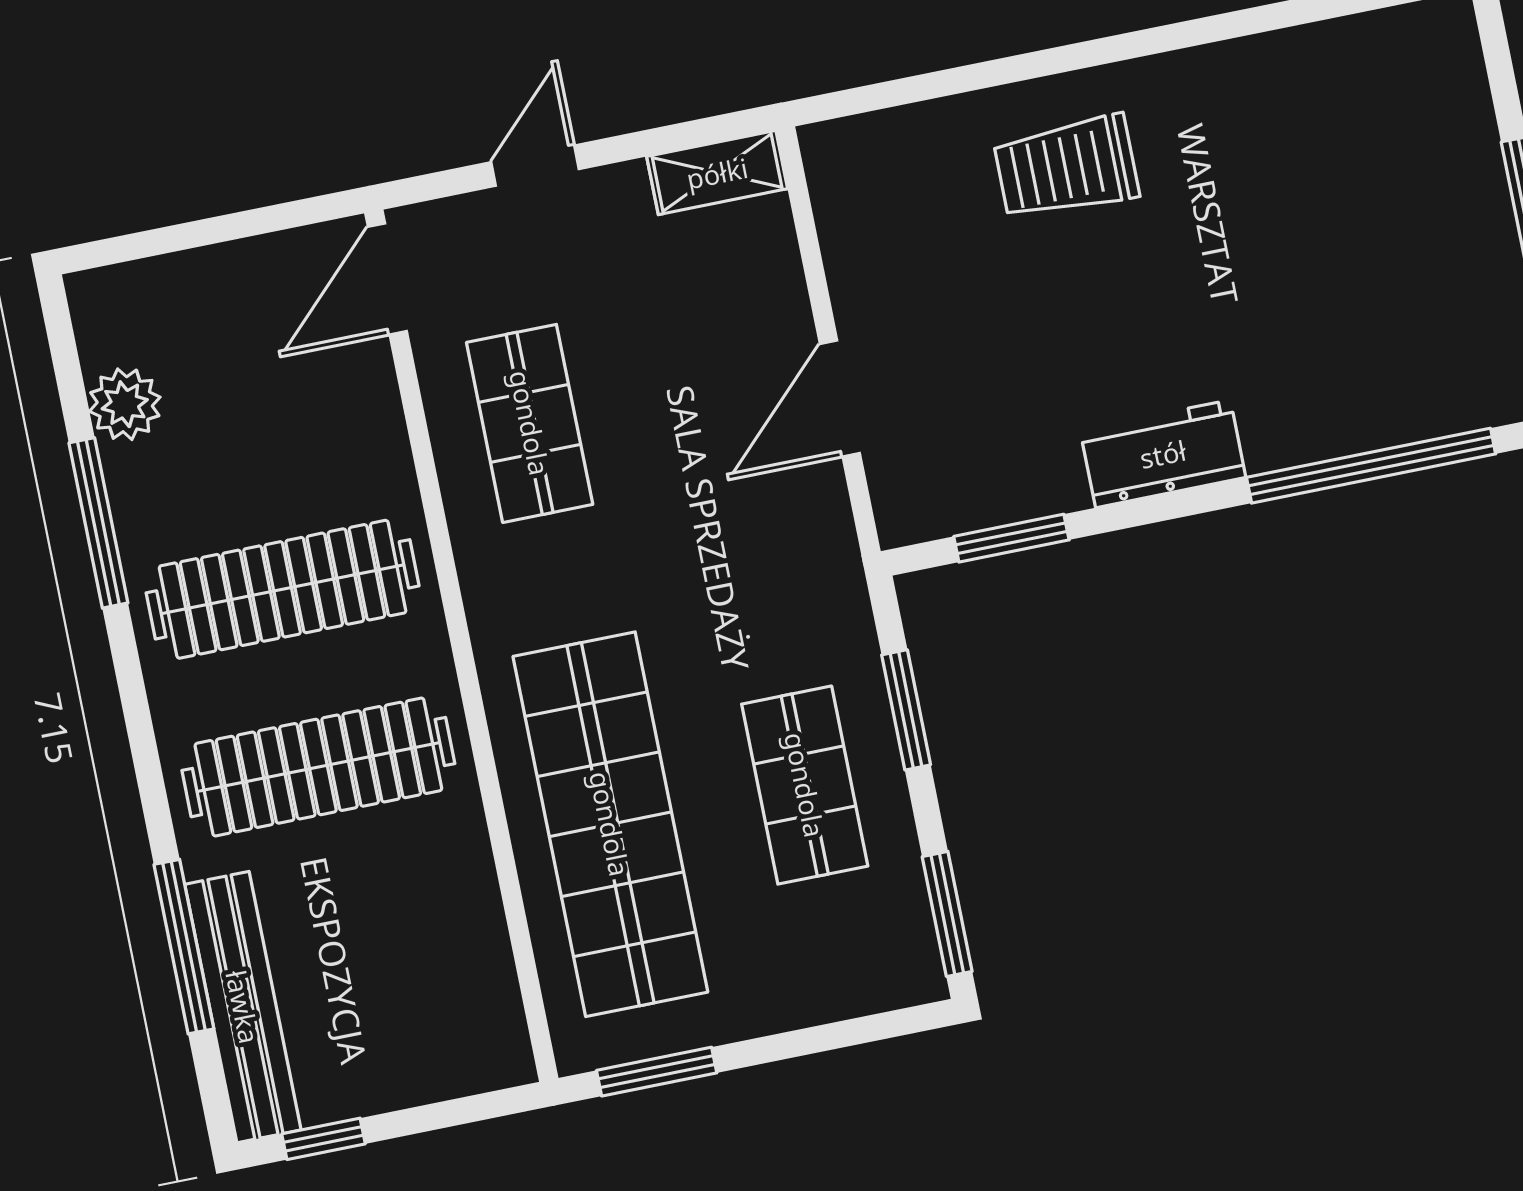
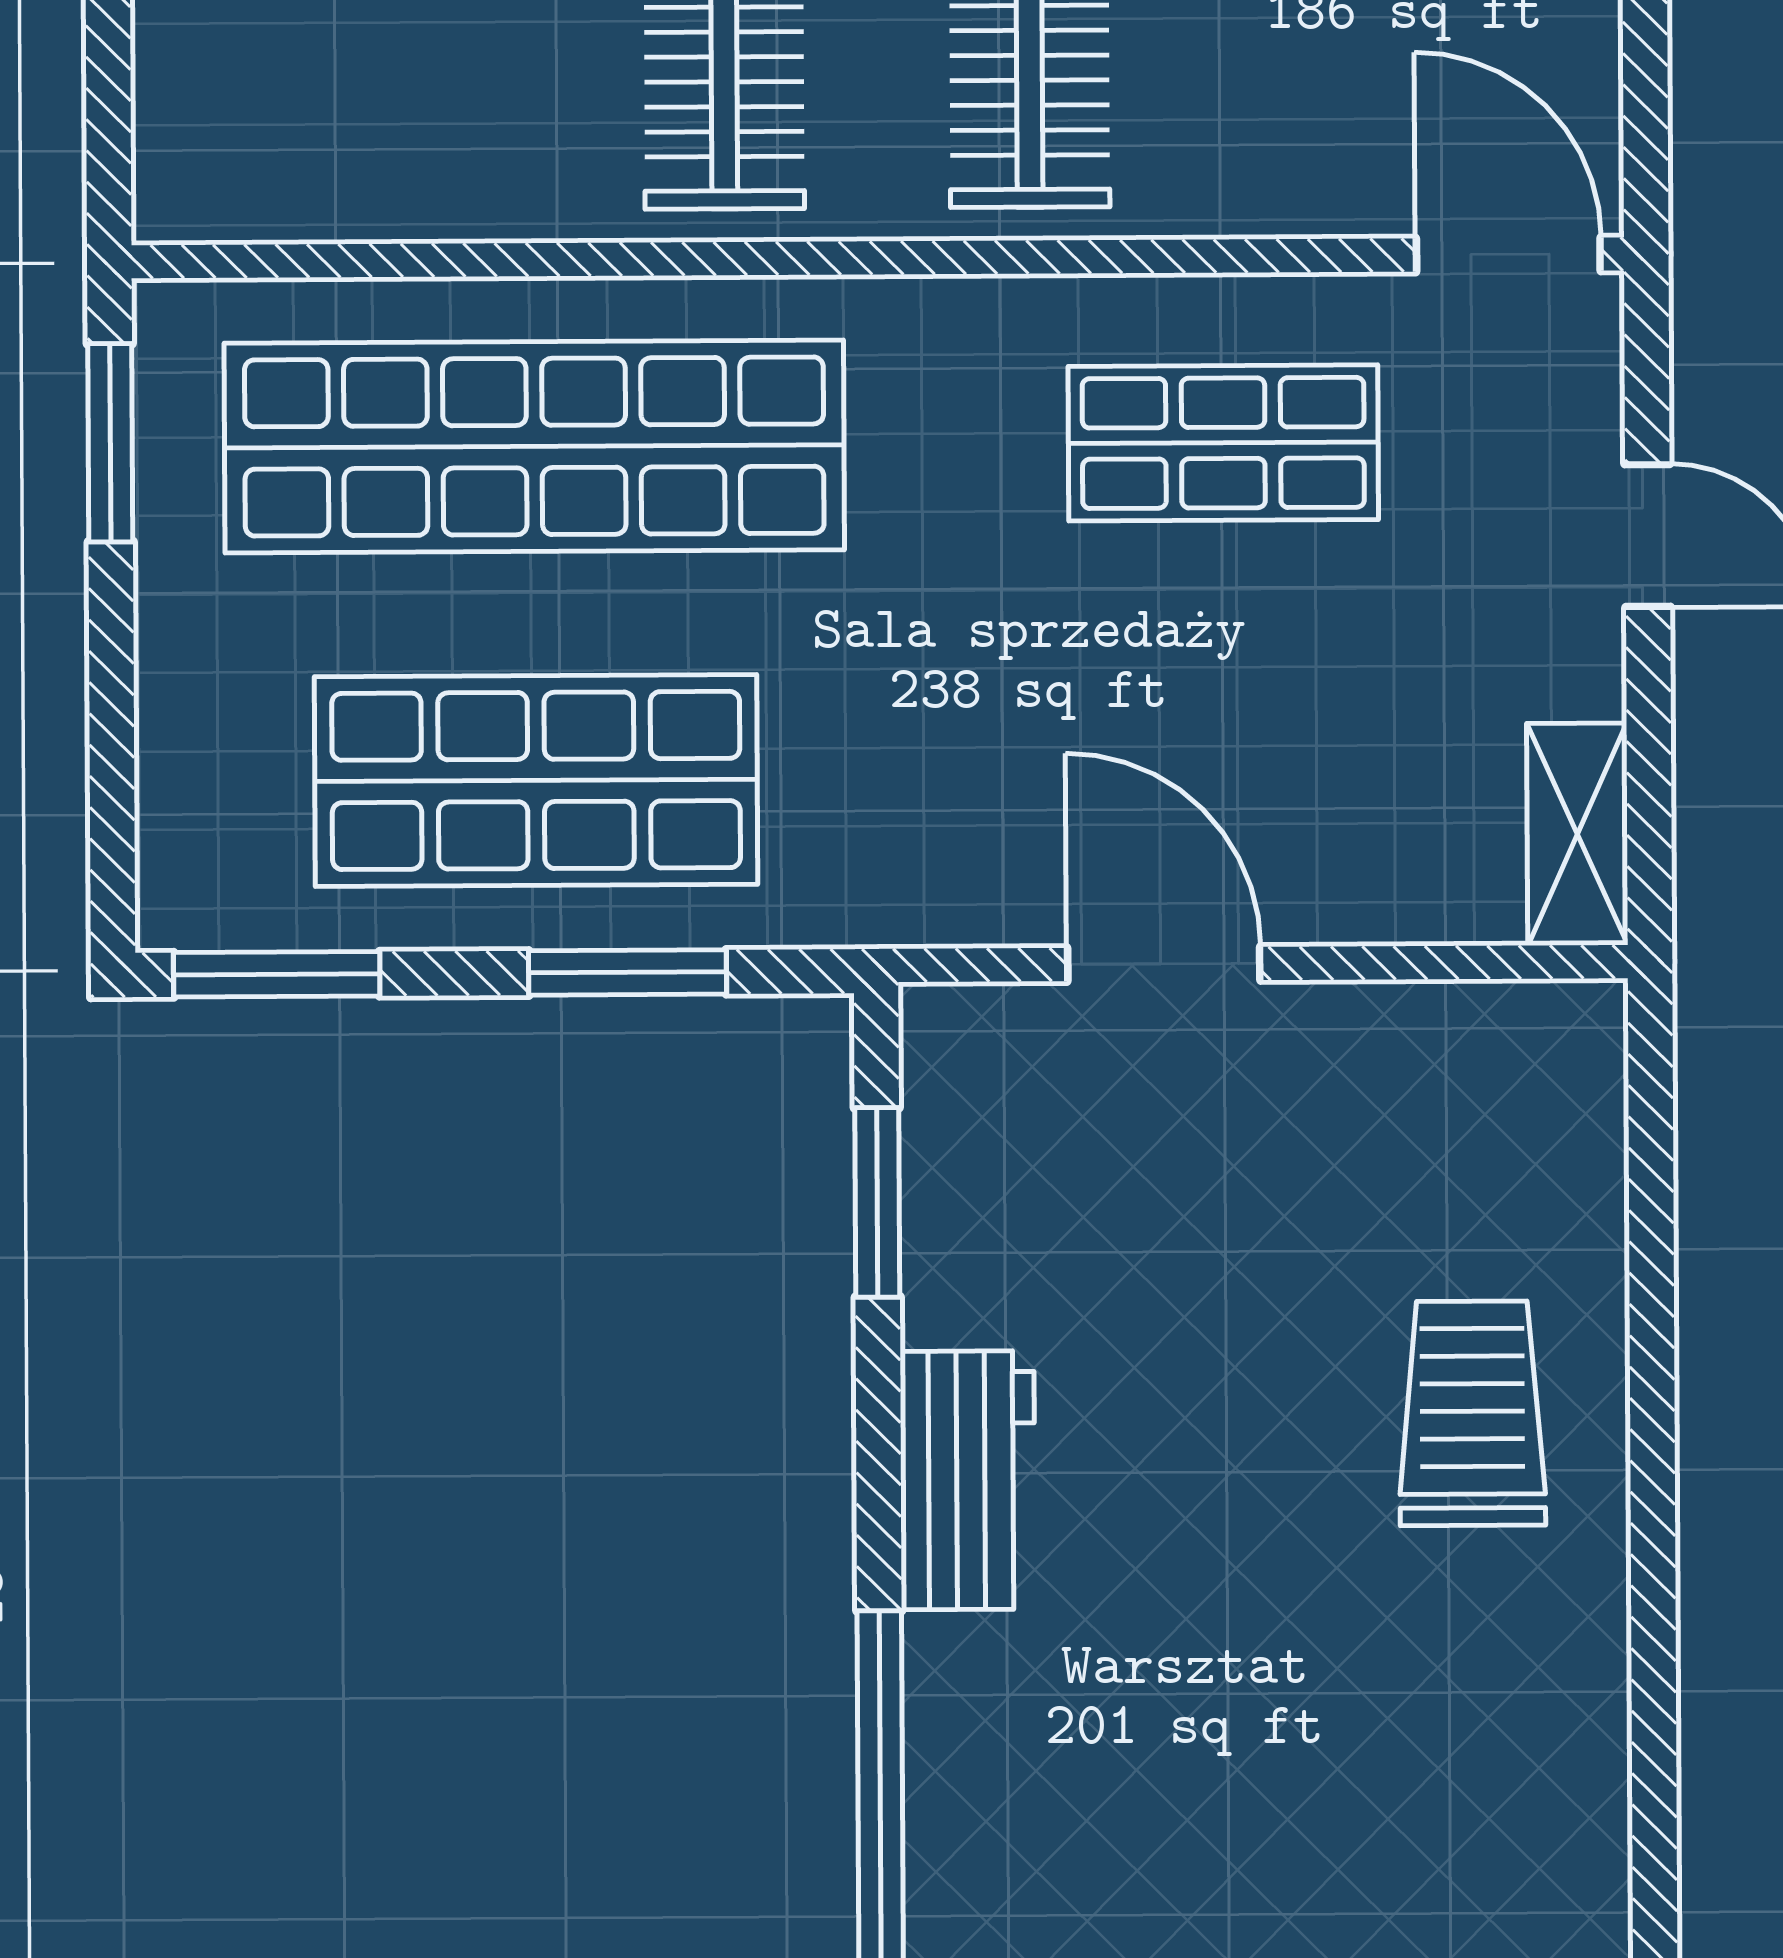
shop shelf: (805, 785) -> (536, 780), width x1.43, depth x1.36

